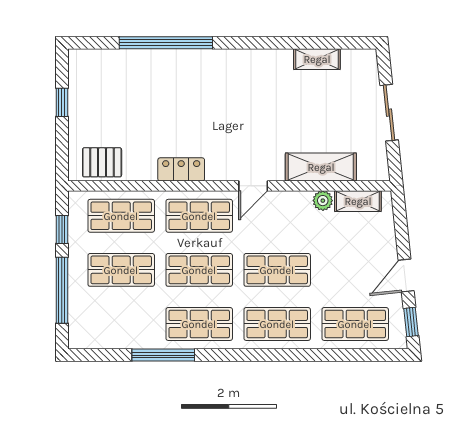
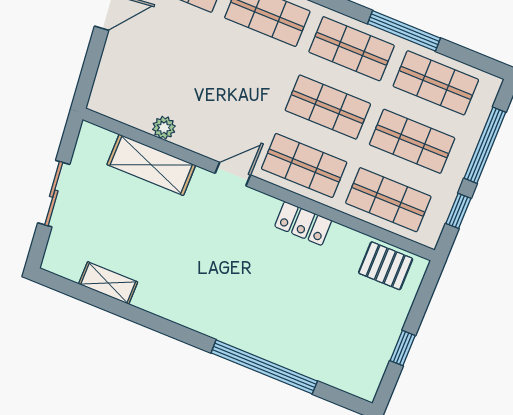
shelving: (358, 201) -> (126, 112), removed
shop shelf: (277, 270) -> (436, 83), moved

